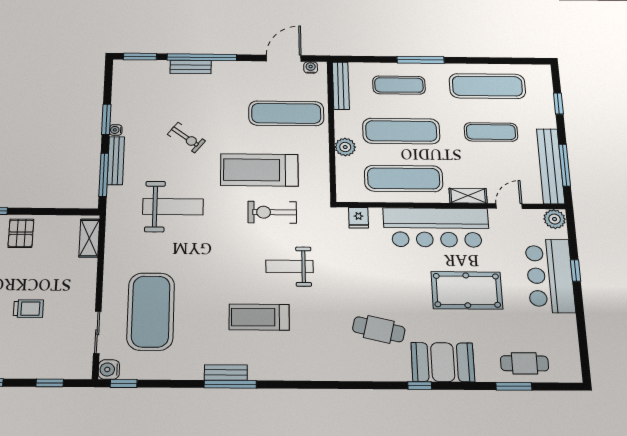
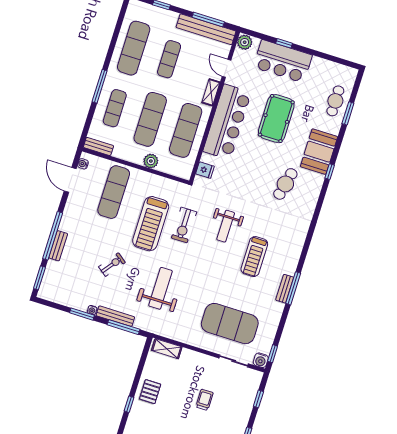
bench: (341, 86) -> (98, 146), width x0.73
pallet: (21, 233) -> (150, 392), turned 90

